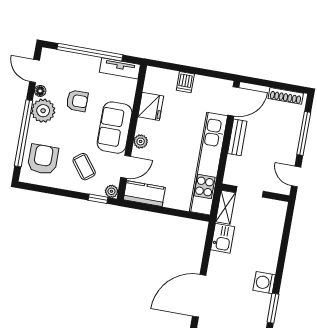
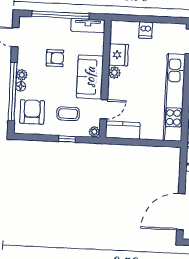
floor lamp: (40, 91) -> (21, 86), moved
plant: (43, 111) -> (22, 75), width x0.53, depth x0.53
plant: (141, 141) -> (114, 73), moved
coffee table: (84, 167) -> (68, 114), turned -53
window: (98, 199) -> (67, 139), moved

